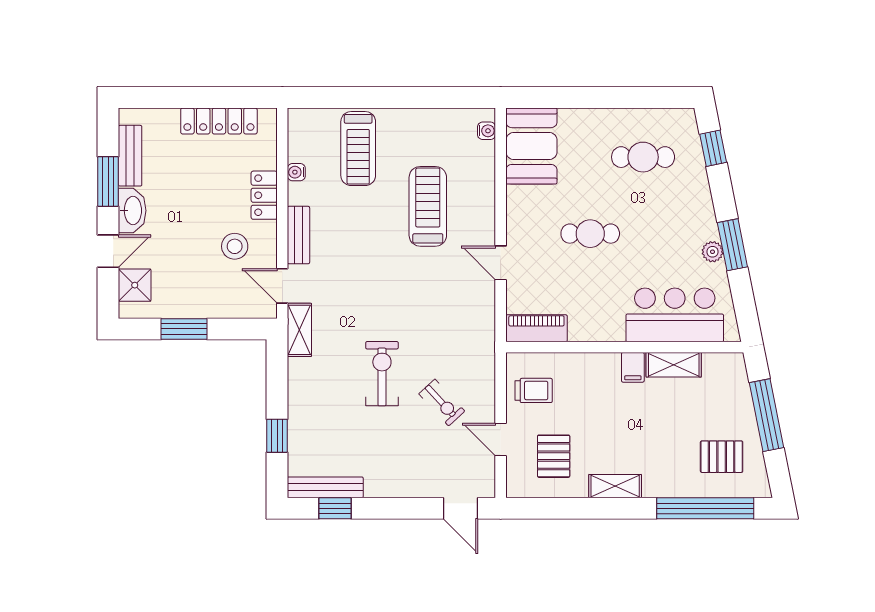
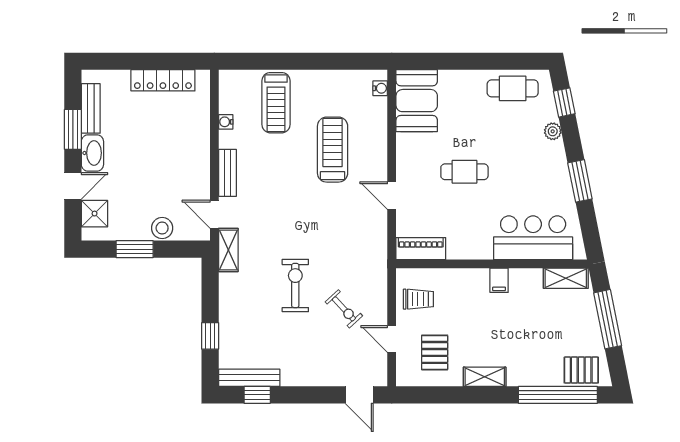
cafe table: (643, 157) -> (513, 88), moved
locker: (264, 195) -> (200, 141), removed
stool: (235, 246) -> (162, 228), moved
plant: (713, 252) -> (553, 131), moved
shelving: (674, 365) -> (566, 278), moved
pallet: (722, 457) -> (581, 370), moved

